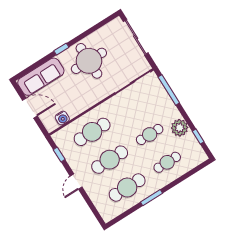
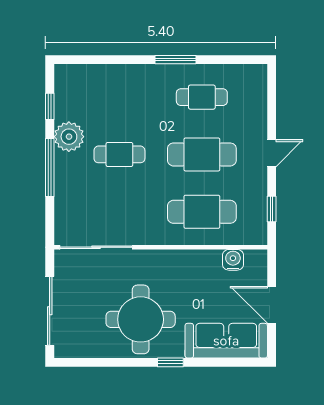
window: (169, 90) -> (50, 168), moved
cafe table: (167, 162) -> (119, 97), removed
cafe table: (127, 188) -> (202, 97), width x0.73, depth x0.74

